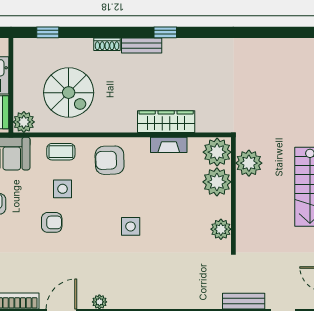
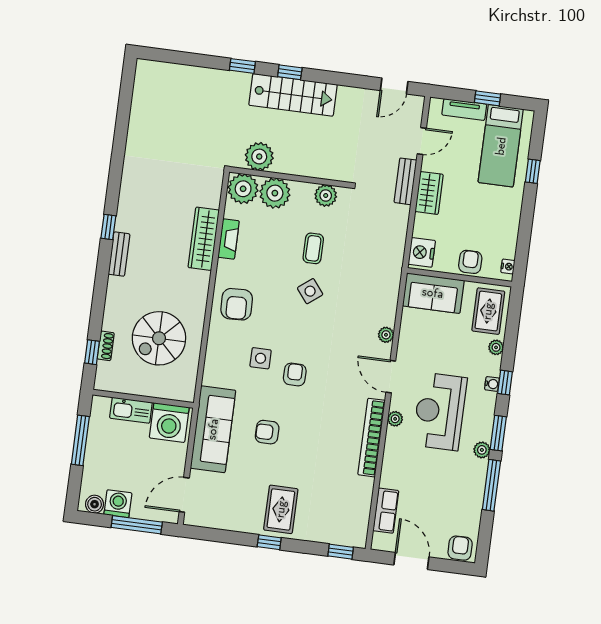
shoe rack: (107, 44) -> (106, 346), moved
spiral stairs: (69, 93) -> (159, 338), turned 180
plant: (24, 122) -> (184, 390), removed
coffee table: (61, 152) -> (313, 248), moved
side table: (131, 226) -> (310, 291), turned -38

